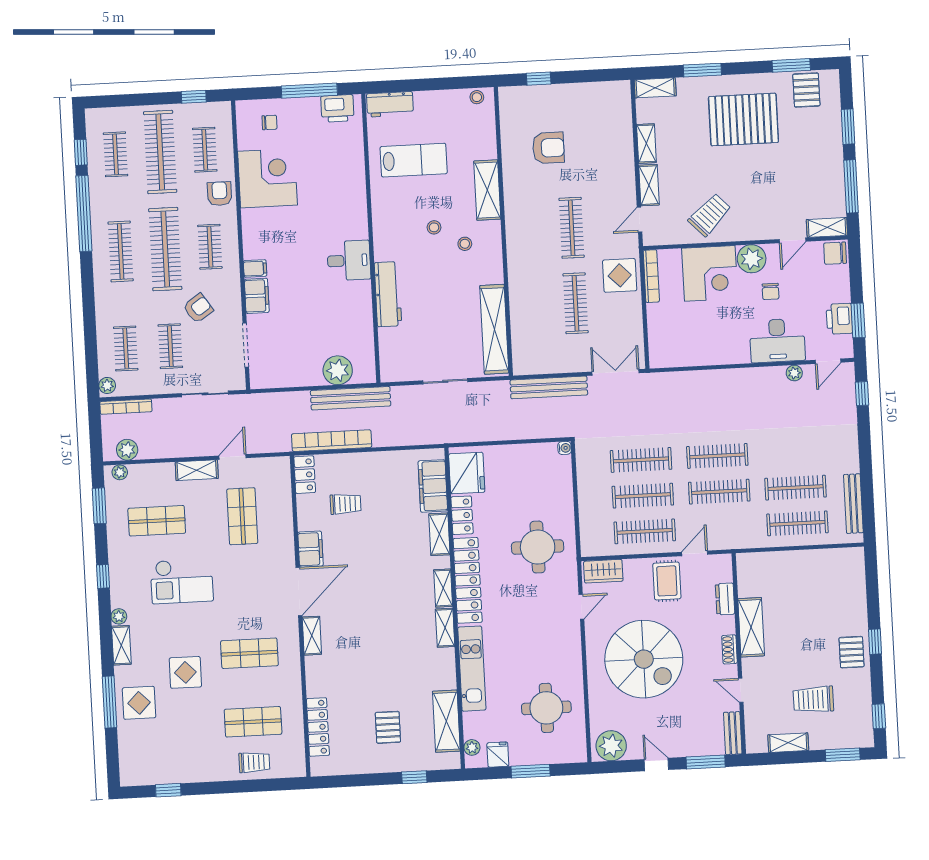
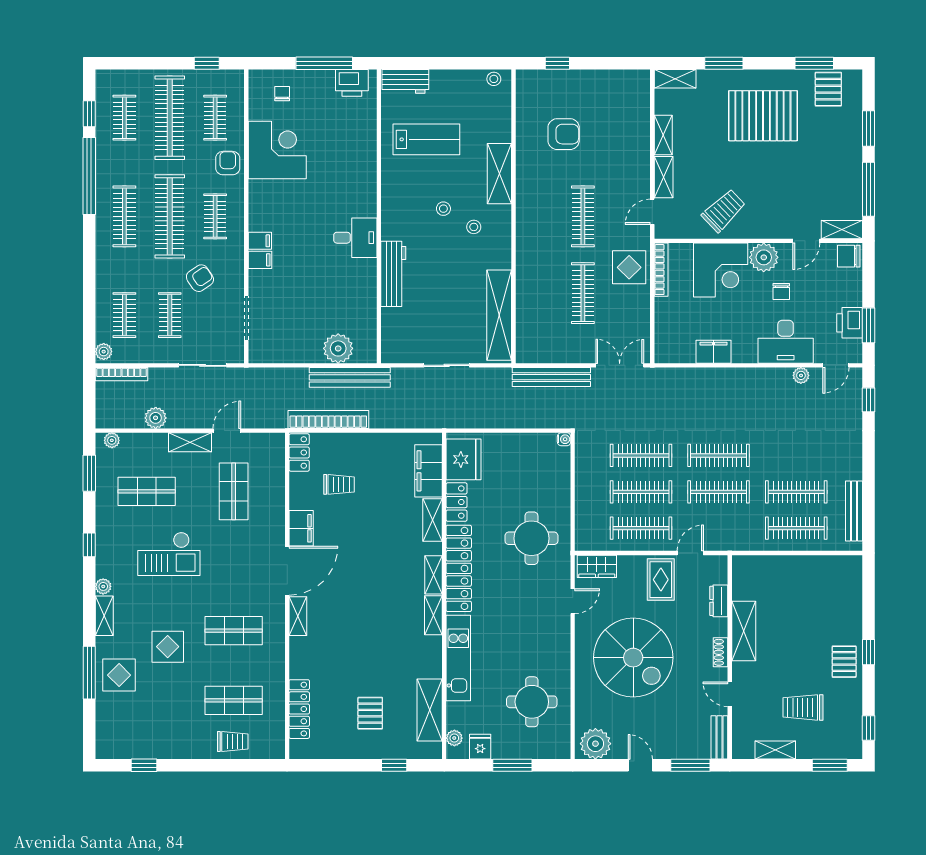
chair: (270, 122) -> (282, 94), turned -90
filing cabinet: (257, 296) -> (260, 260), width x0.50
filing cabinet: (707, 354) -> (713, 352), added
plant: (127, 450) -> (156, 418), moved

